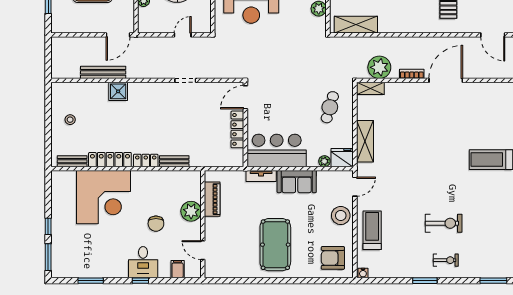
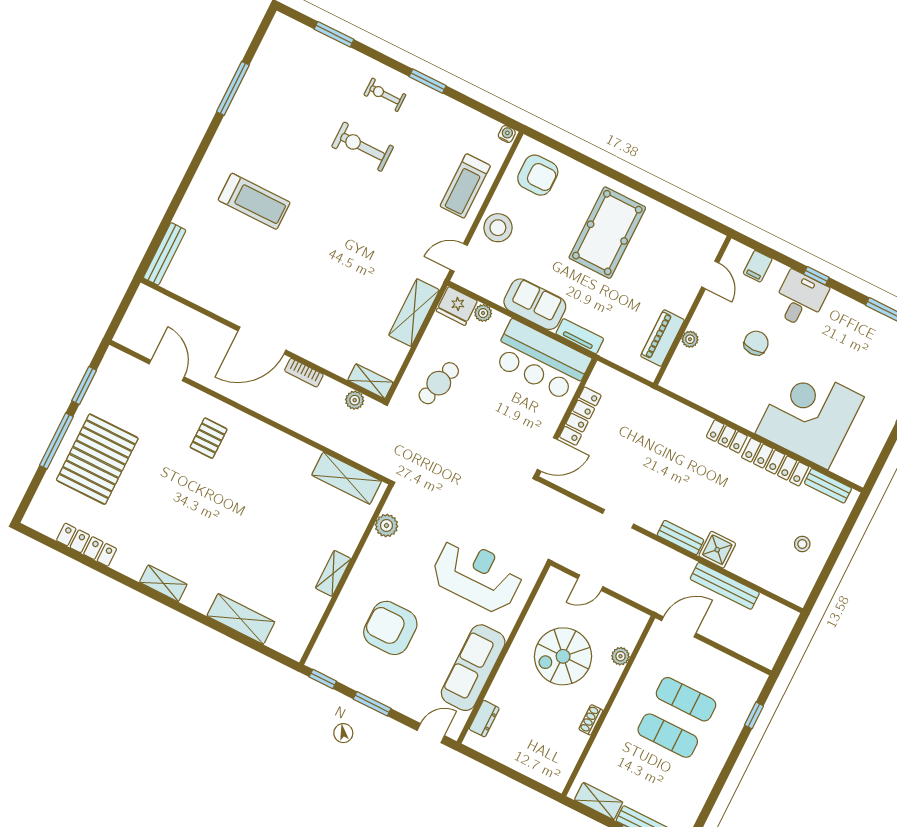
plant: (379, 67) -> (355, 400), width x0.53, depth x0.53
bench: (174, 161) -> (680, 538), moved
plant: (191, 211) -> (690, 339), width x0.53, depth x0.53

